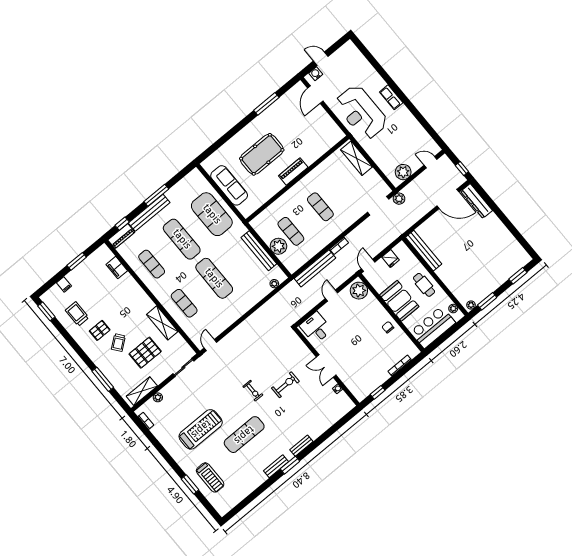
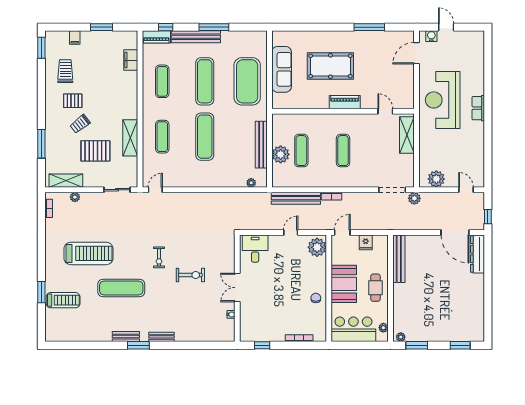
door: (327, 154) -> (385, 111), added
treadmill: (210, 477) -> (63, 300), turned -90

